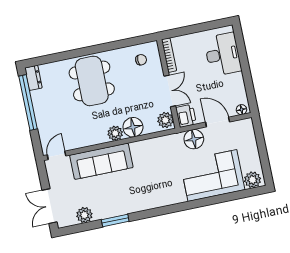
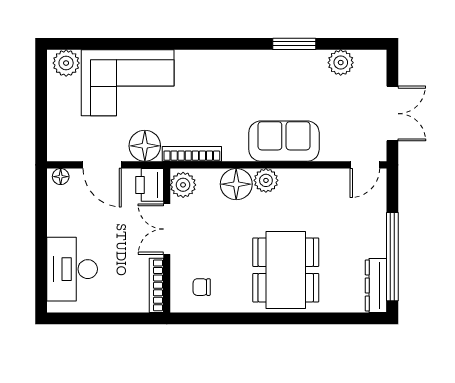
dresser: (33, 78) -> (376, 285), width x1.44
bookcase: (164, 140) -> (192, 154), added
sofa: (101, 161) -> (284, 141), width x0.73
double door: (50, 206) -> (392, 114), moved

